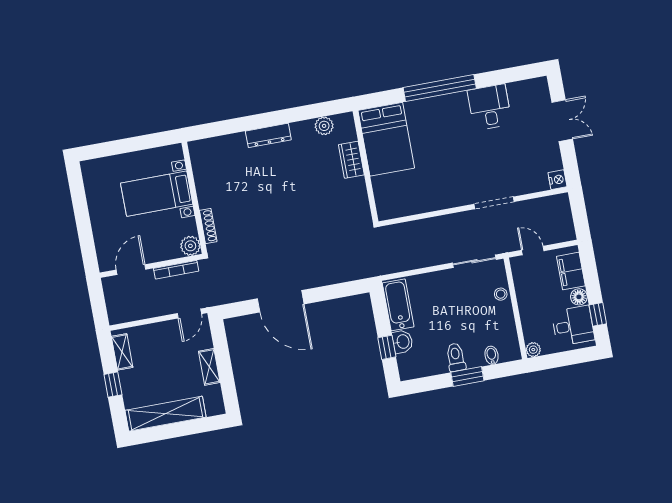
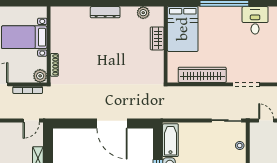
wardrobe: (427, 201) -> (202, 75), added
door: (281, 301) -> (112, 124), moved

